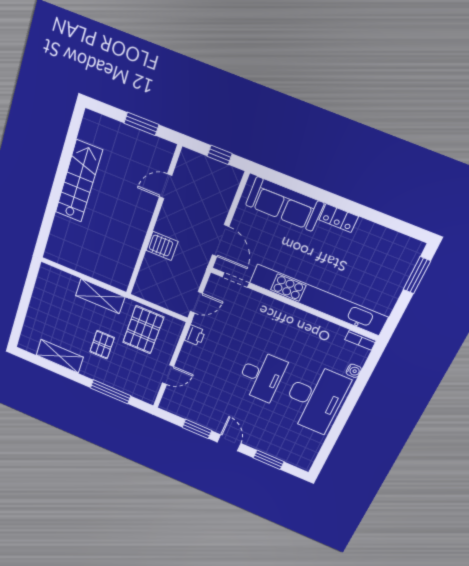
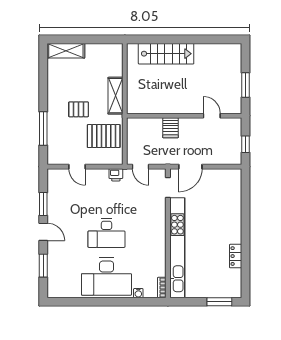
stairs: (79, 181) -> (166, 54), moved
sofa: (285, 204) -> (231, 199), removed
locker: (339, 218) -> (236, 256), moved
shelving: (60, 356) -> (66, 51), moved, turned 90
door: (229, 443) -> (43, 232), hinge flipped

